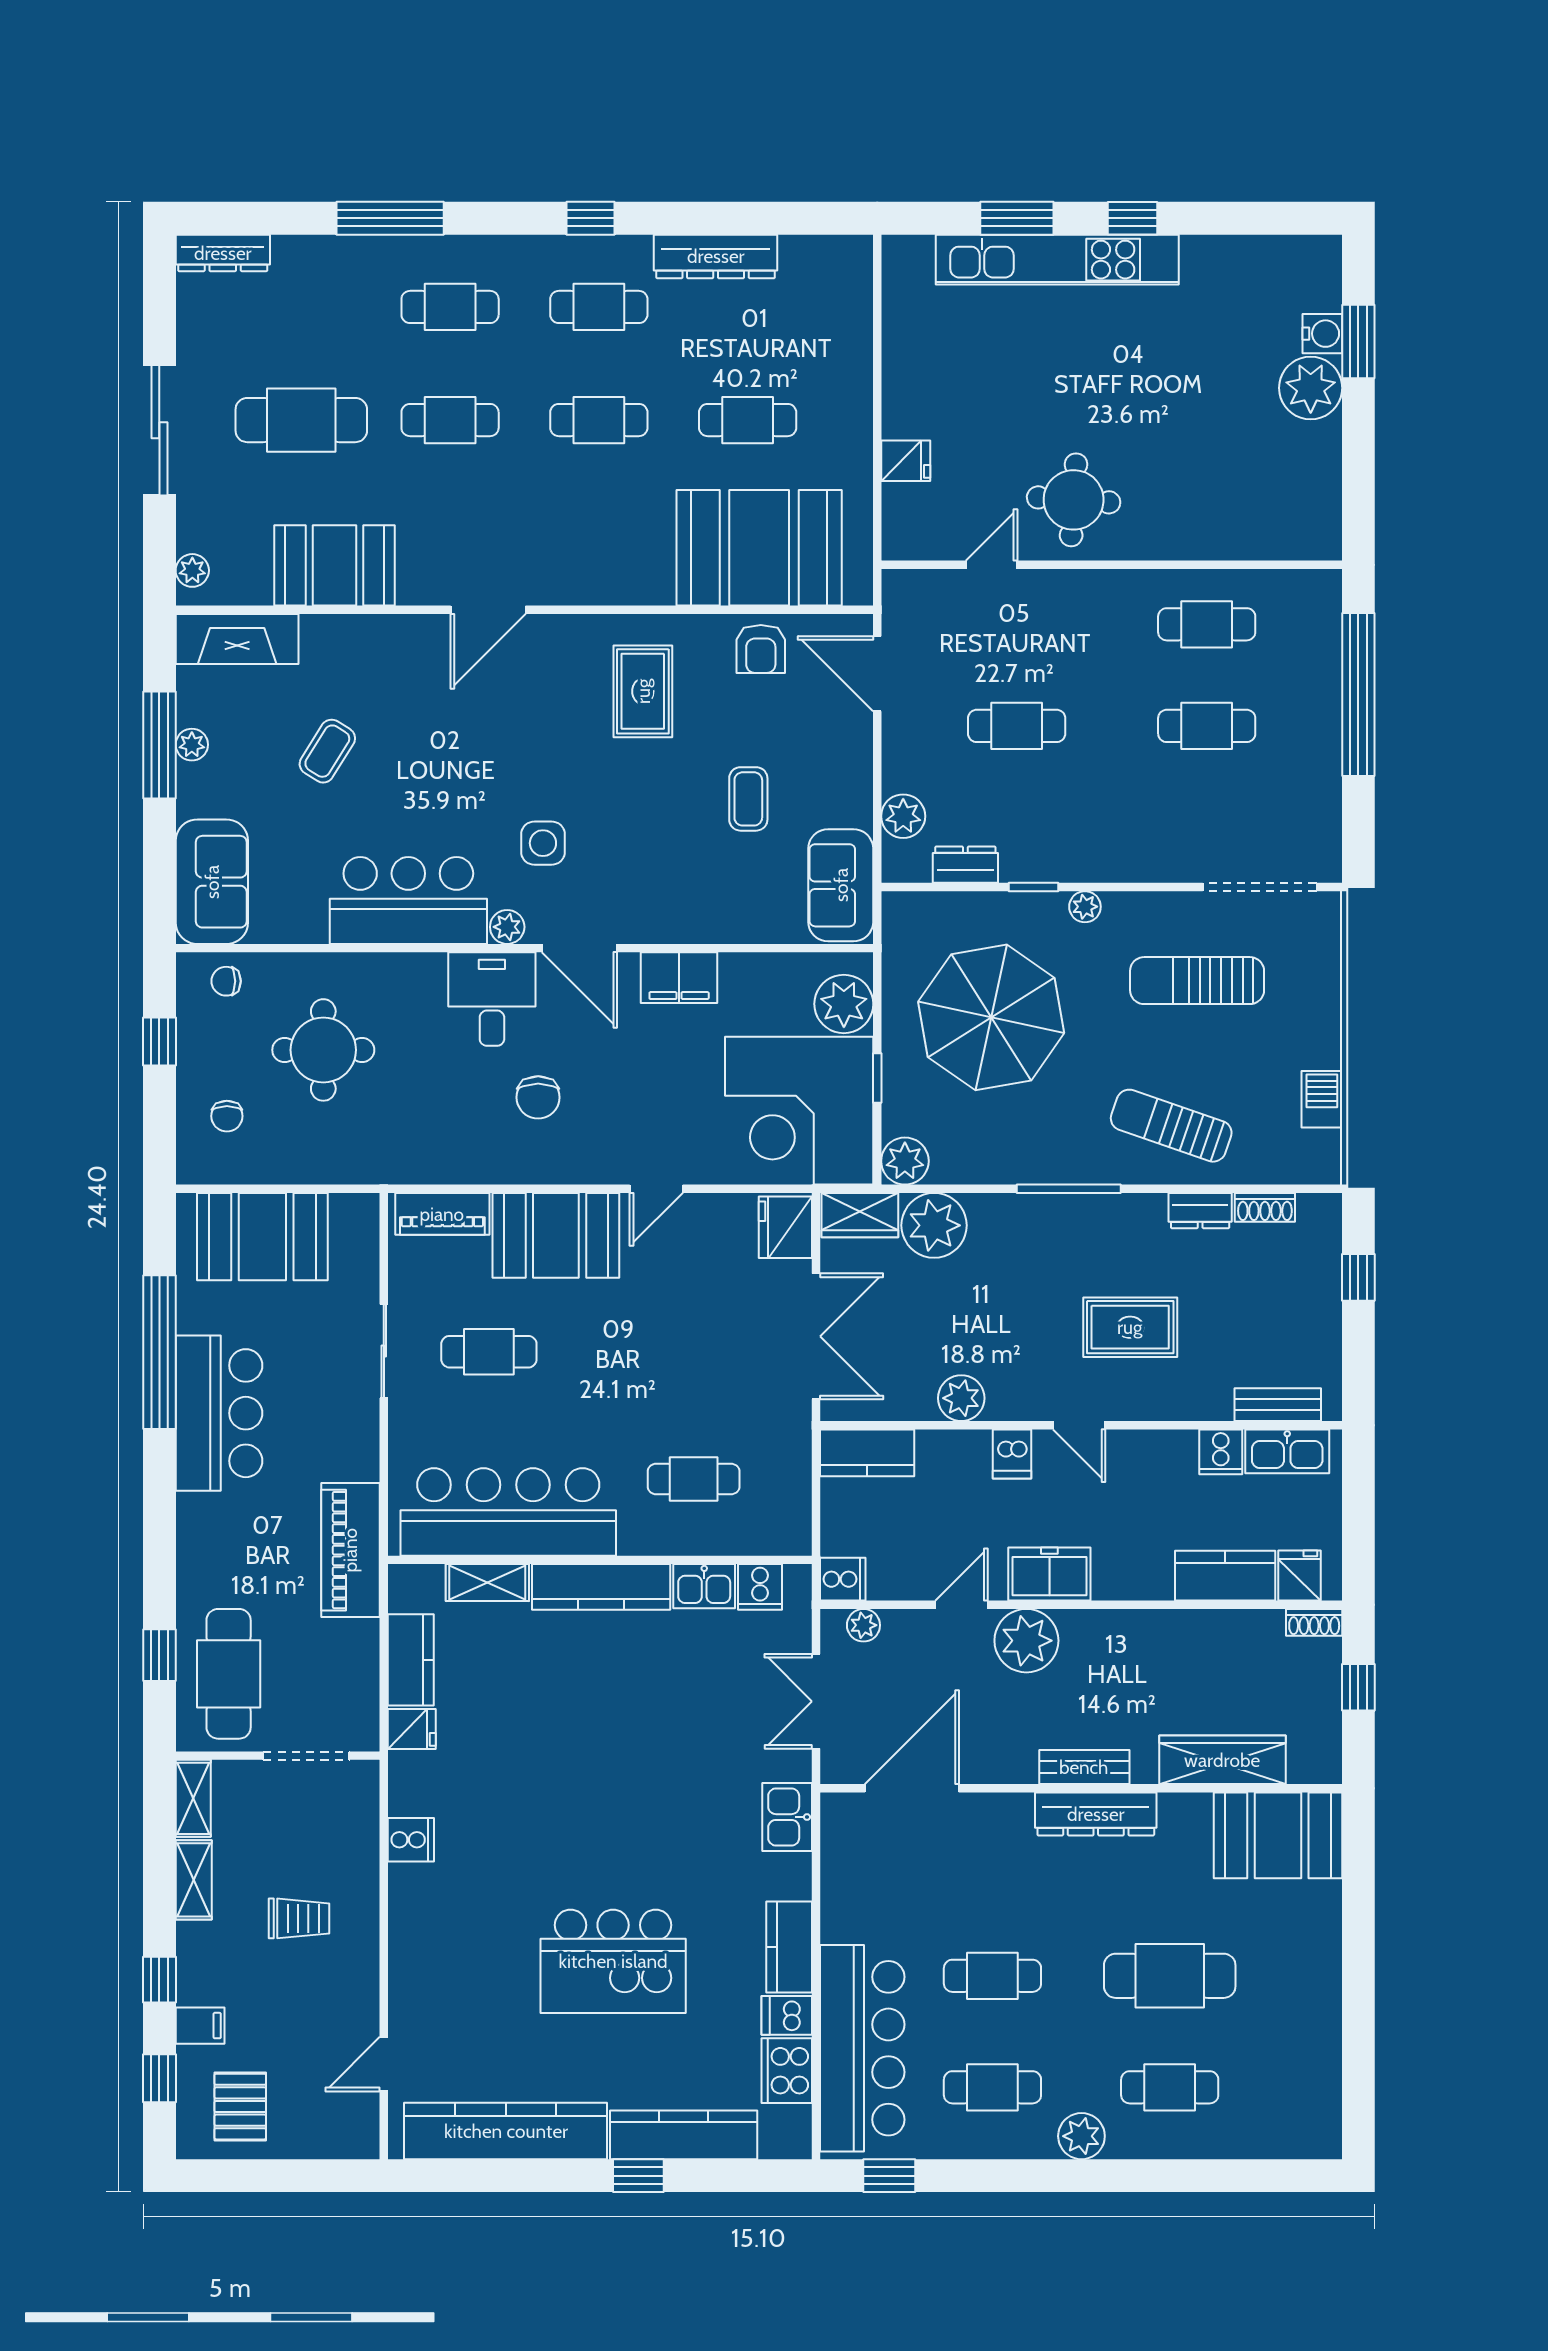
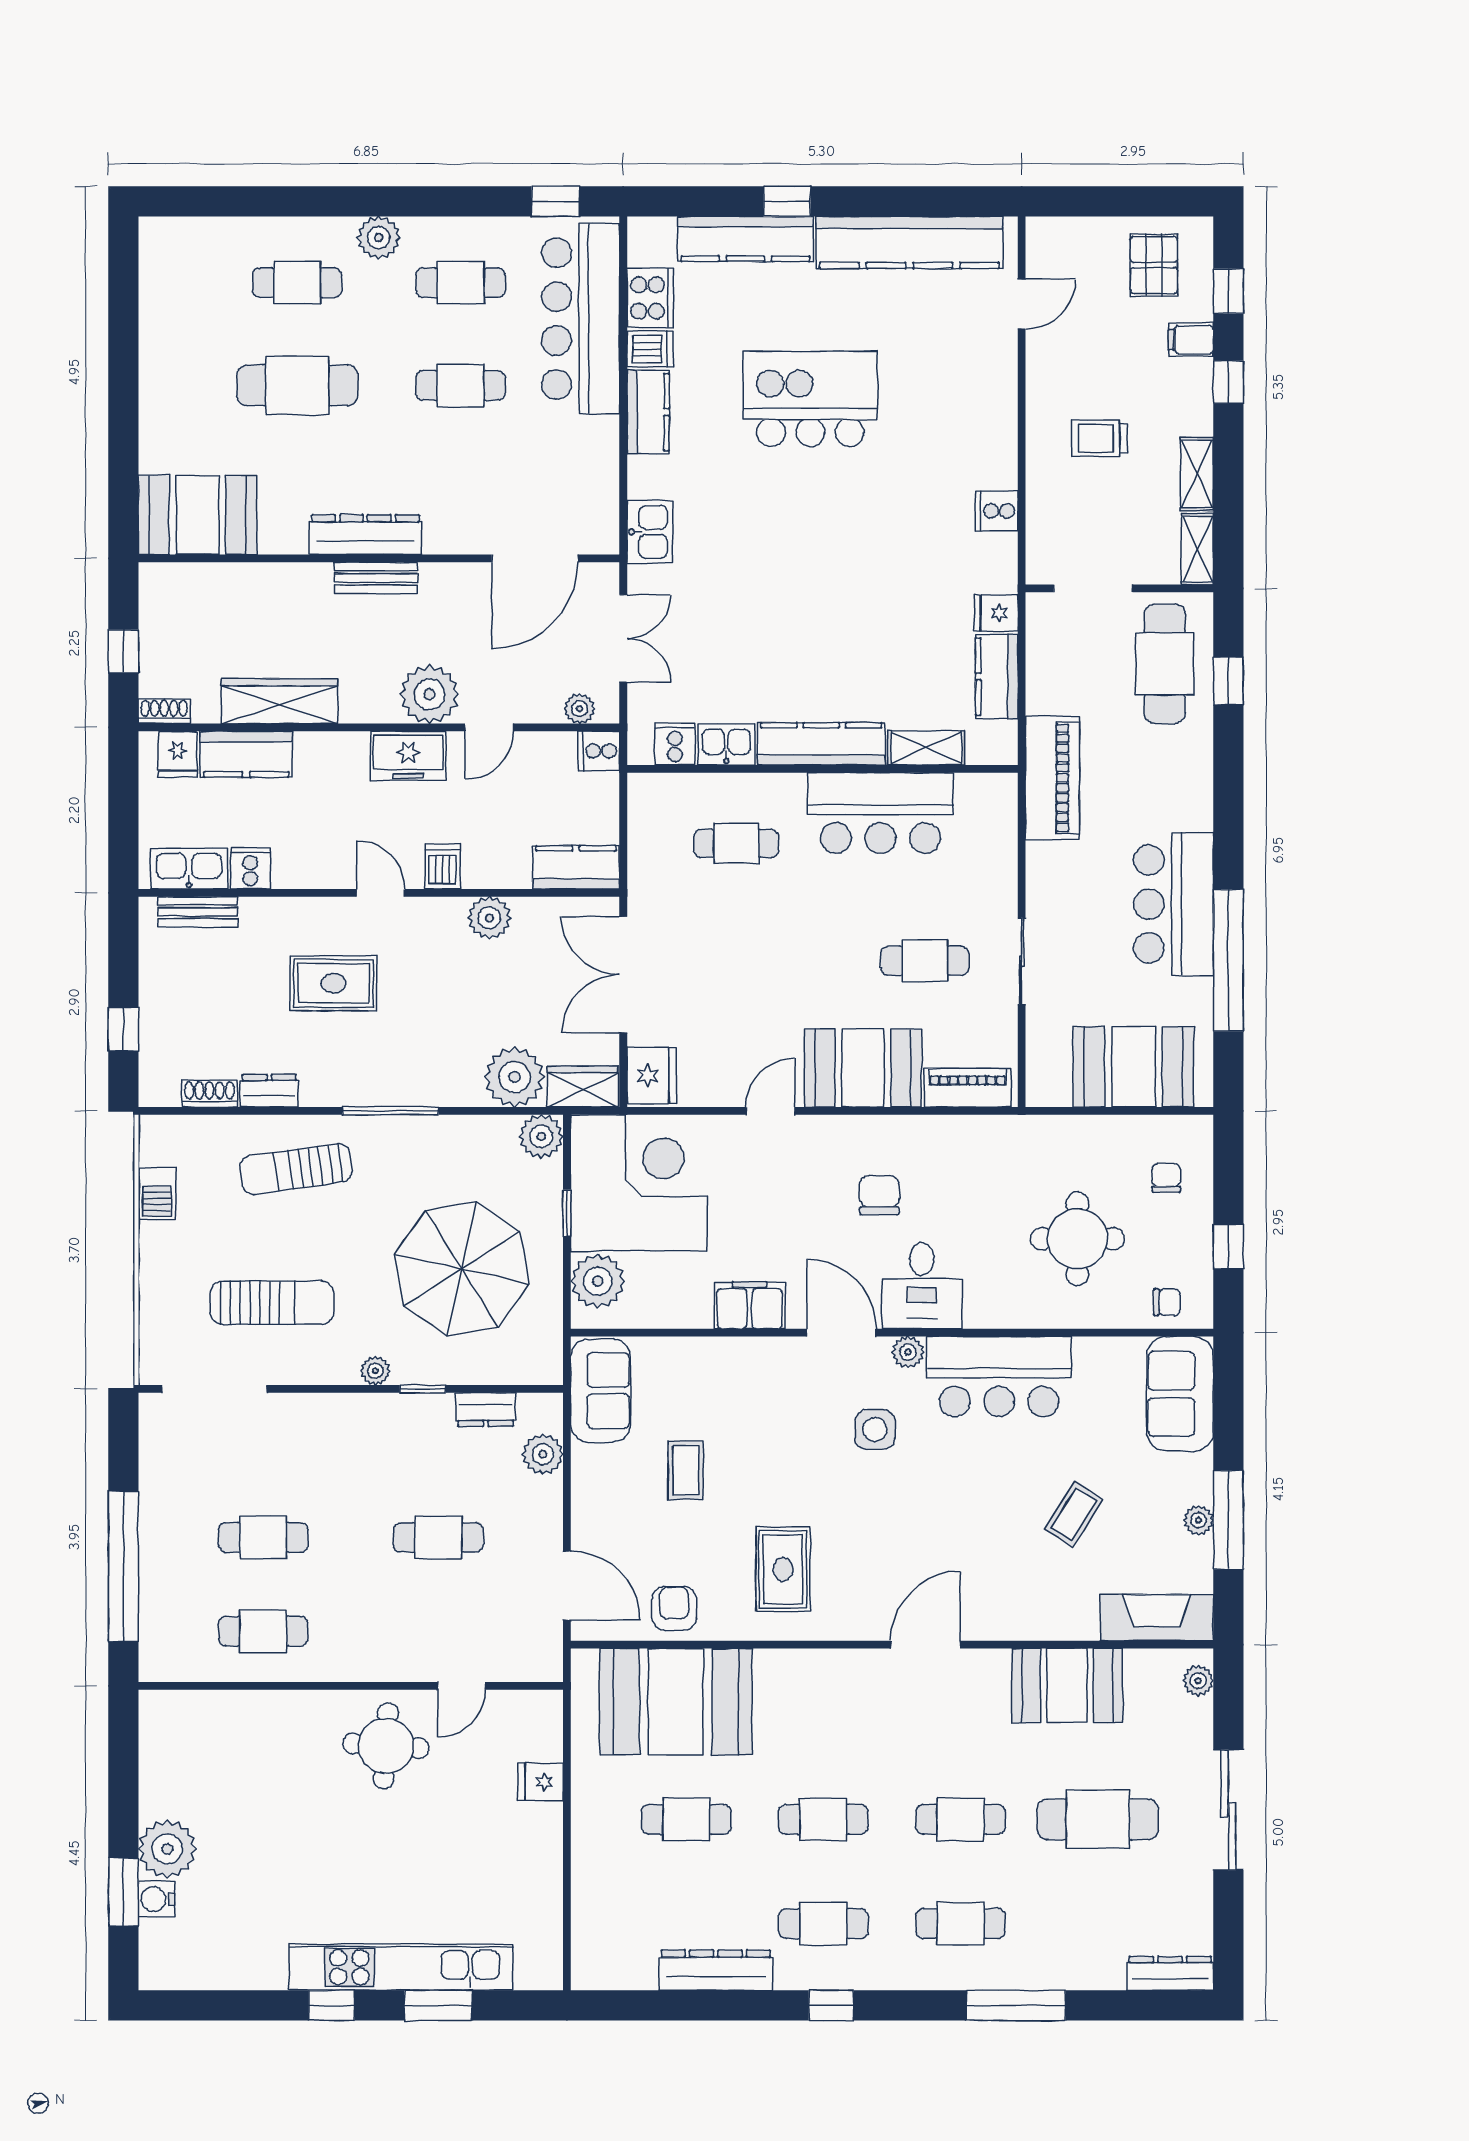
sun lounger: (1171, 1126) -> (296, 1169), turned 153
bar counter: (508, 1512) -> (880, 813), width x0.73
wardrobe: (1222, 1760) -> (280, 701), moved, turned 180

